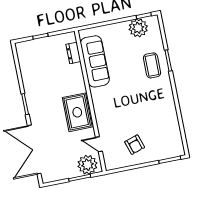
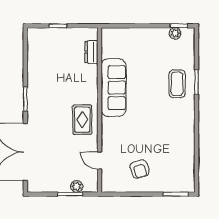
plant: (138, 28) -> (175, 33), width x0.53, depth x0.53
sofa: (95, 61) -> (114, 88), moved
rug: (77, 112) -> (82, 120), width x0.73, depth x0.70
plant: (87, 165) -> (77, 186), width x0.53, depth x0.53

